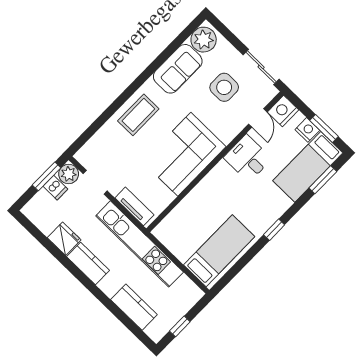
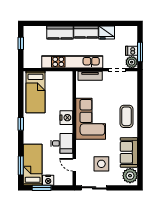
nightstand: (283, 111) -> (66, 118), moved
kitchen counter: (134, 307) -> (60, 33), moved

